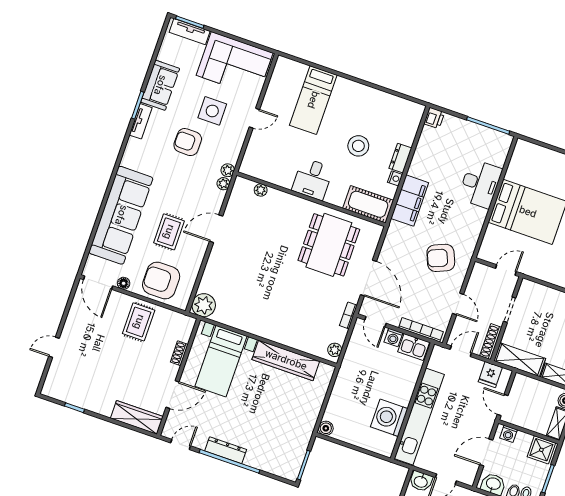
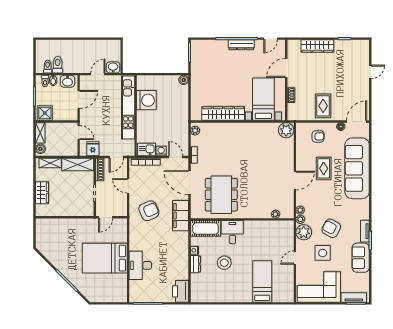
printer: (434, 118) -> (180, 291), width x1.87, depth x1.48
armchair: (188, 142) -> (331, 228), turned -152
plant: (229, 150) -> (304, 232), added
desk: (312, 179) -> (232, 232), moved
filing cabinet: (410, 201) -> (180, 216), moved
armchair: (161, 280) -> (318, 136), width x0.53, depth x0.53
door: (98, 283) -> (357, 121), hinge flipped
wardrobe: (137, 417) -> (317, 46), moved
washing machine: (509, 434) -> (69, 116), removed

